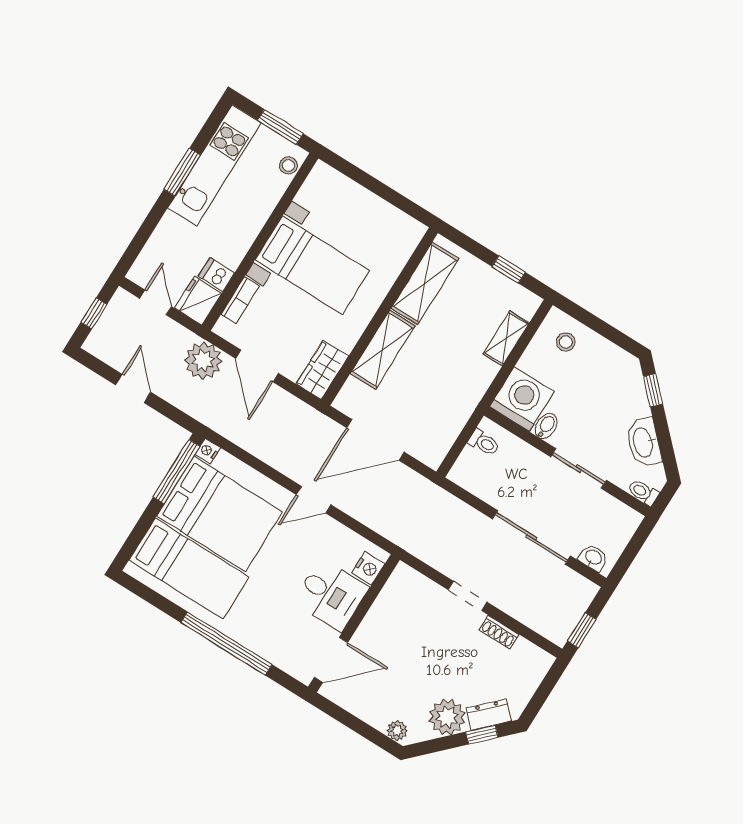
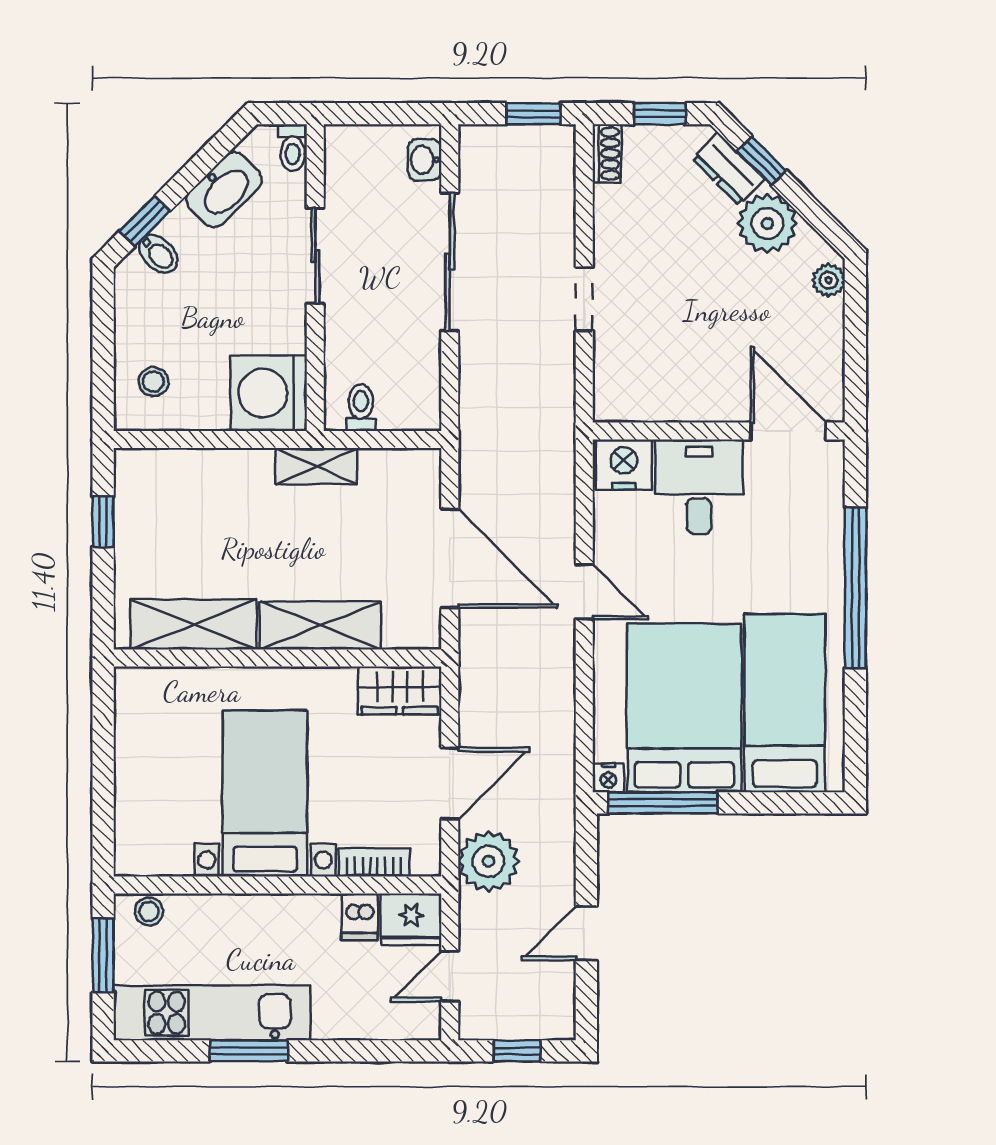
shelving: (506, 338) -> (316, 466), moved
bidet: (546, 426) -> (158, 254), moved, turned -135
nightstand: (368, 568) -> (624, 465), width x1.36, depth x1.33
shoe rack: (499, 632) -> (607, 154), moved
window: (540, 696) -> (660, 114), added

